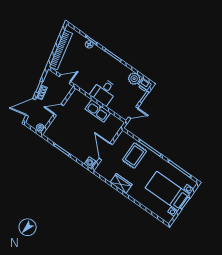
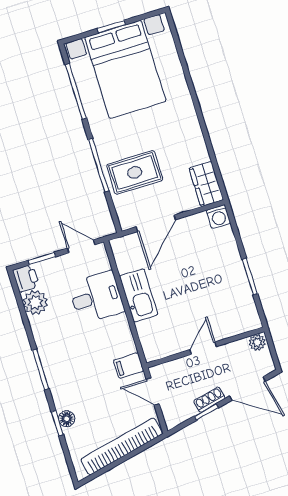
filing cabinet: (81, 82) -> (129, 366), added
desk: (104, 92) -> (96, 297), moved
door: (59, 110) -> (203, 348), swing flipped
door: (106, 152) -> (156, 223), moved
wardrobe: (121, 183) -> (206, 184), moved
bed with nightstands: (167, 191) -> (125, 69), width x1.36

